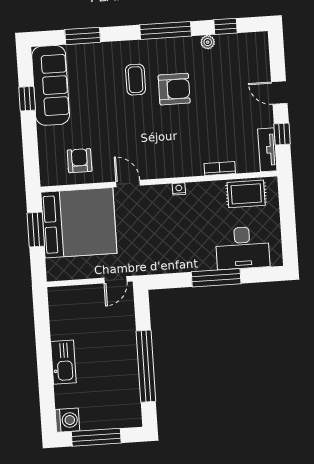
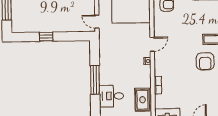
door: (128, 184) -> (152, 44), moved
desk: (243, 248) -> (111, 96), width x0.73
window: (146, 366) -> (46, 37), width x0.32

